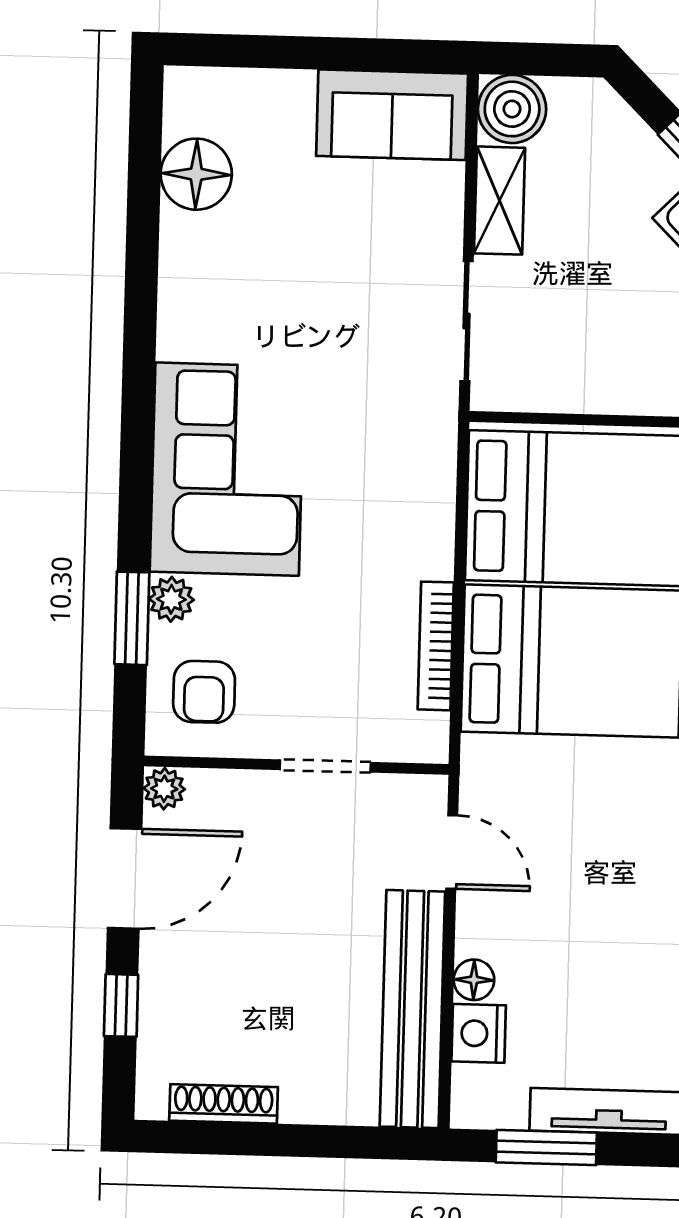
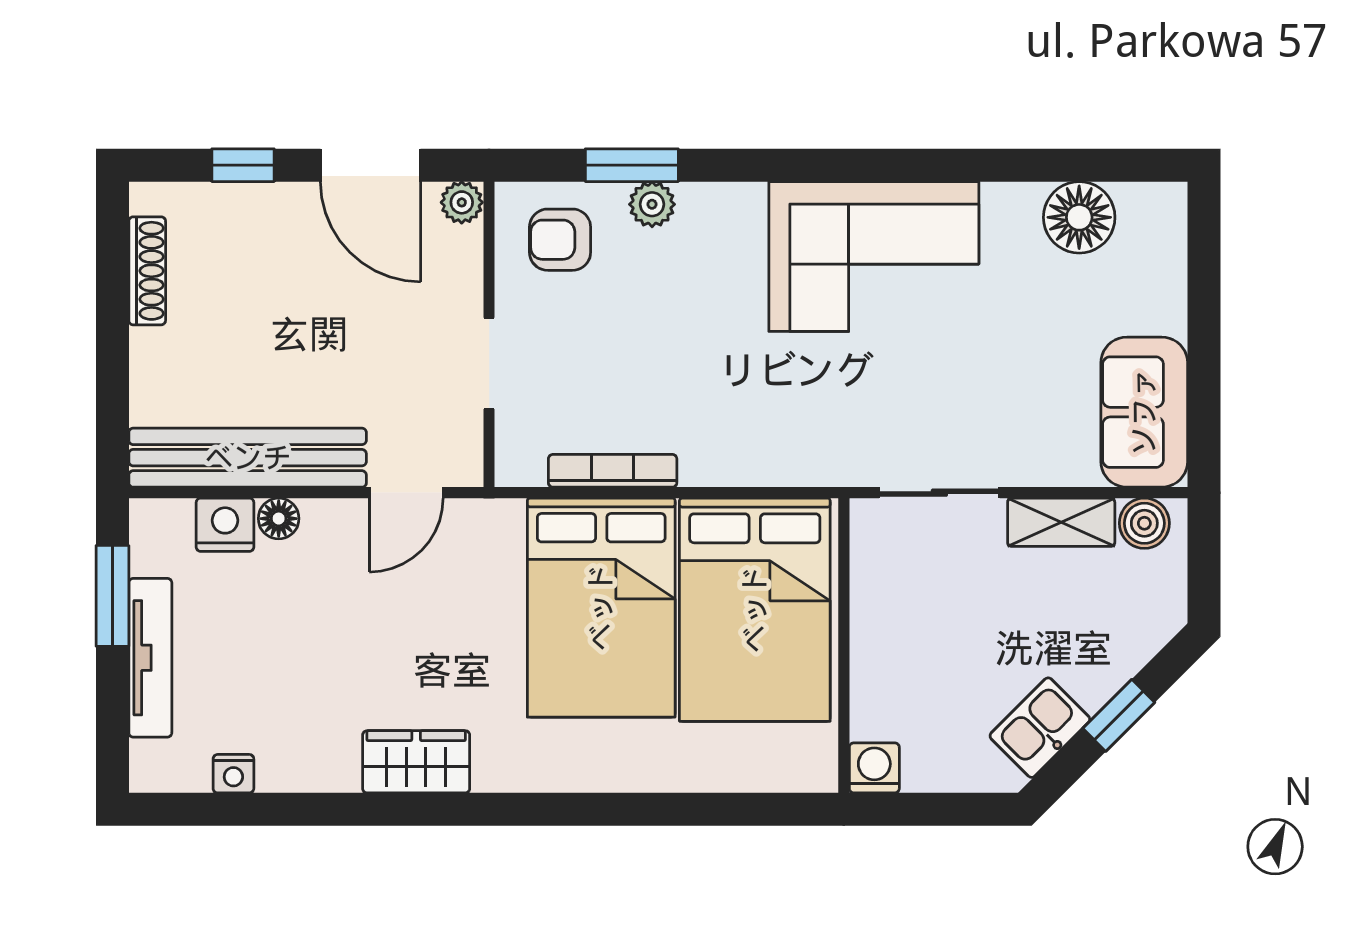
boiler: (512, 109) -> (1144, 523), width x0.73, depth x0.73
corner sofa: (227, 469) -> (874, 257), moved

